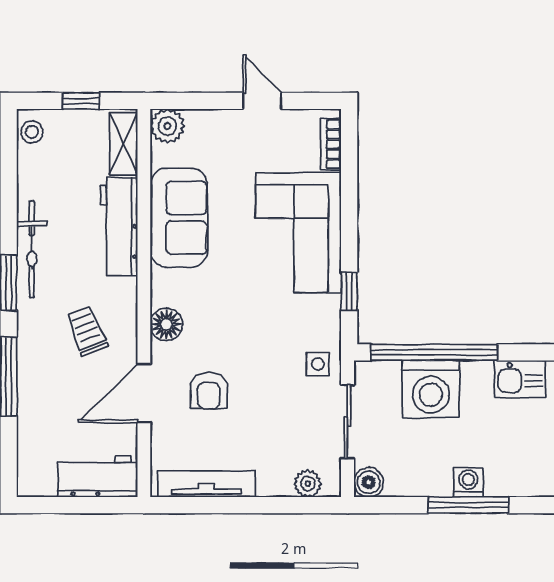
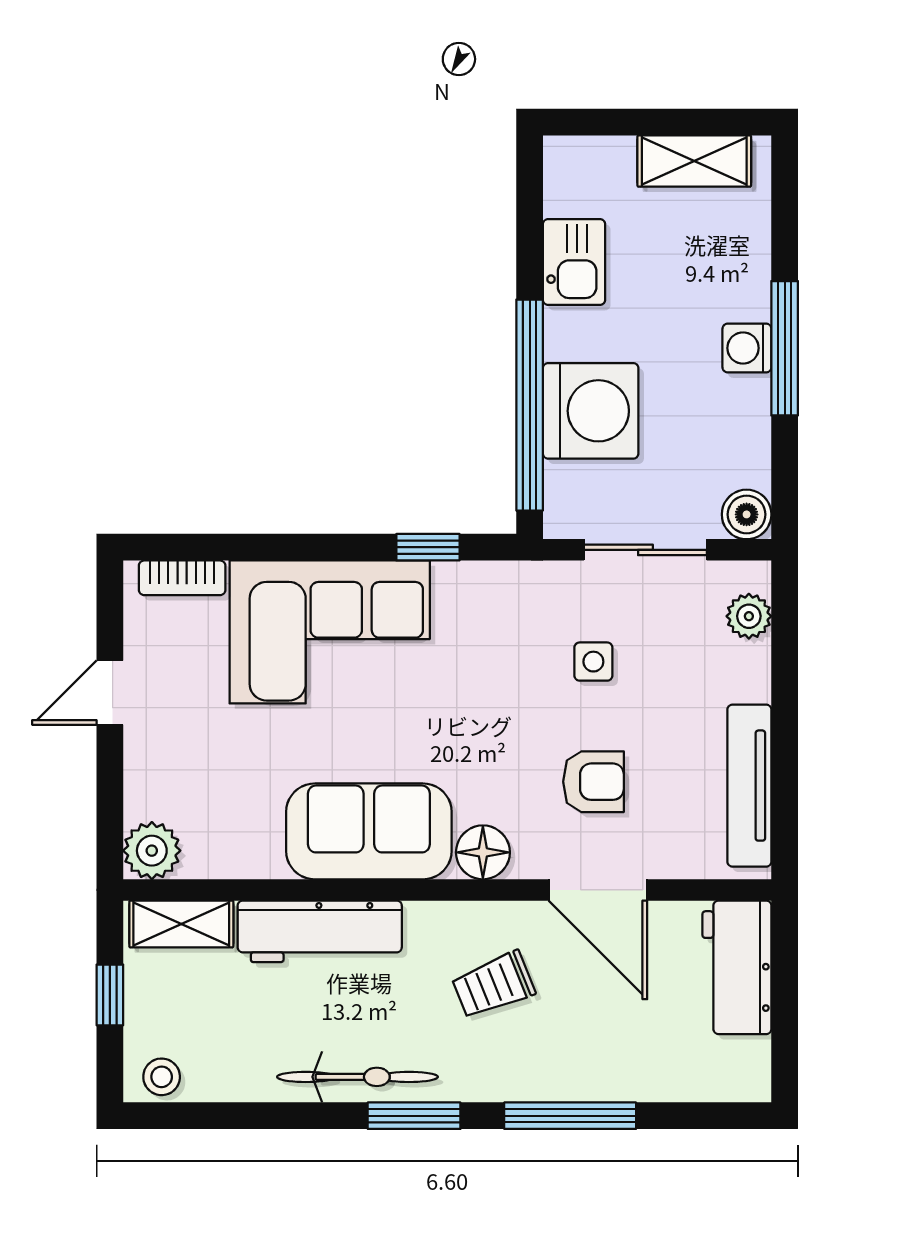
sofa: (179, 218) -> (369, 831), moved
side table: (318, 364) -> (593, 662), moved

